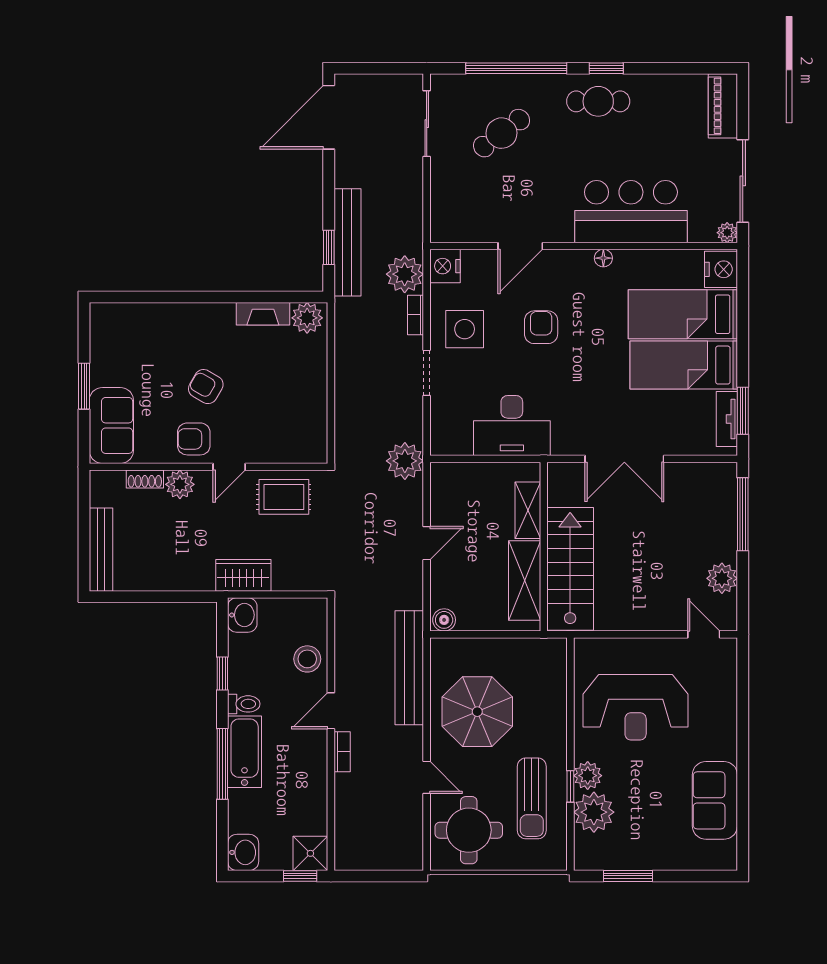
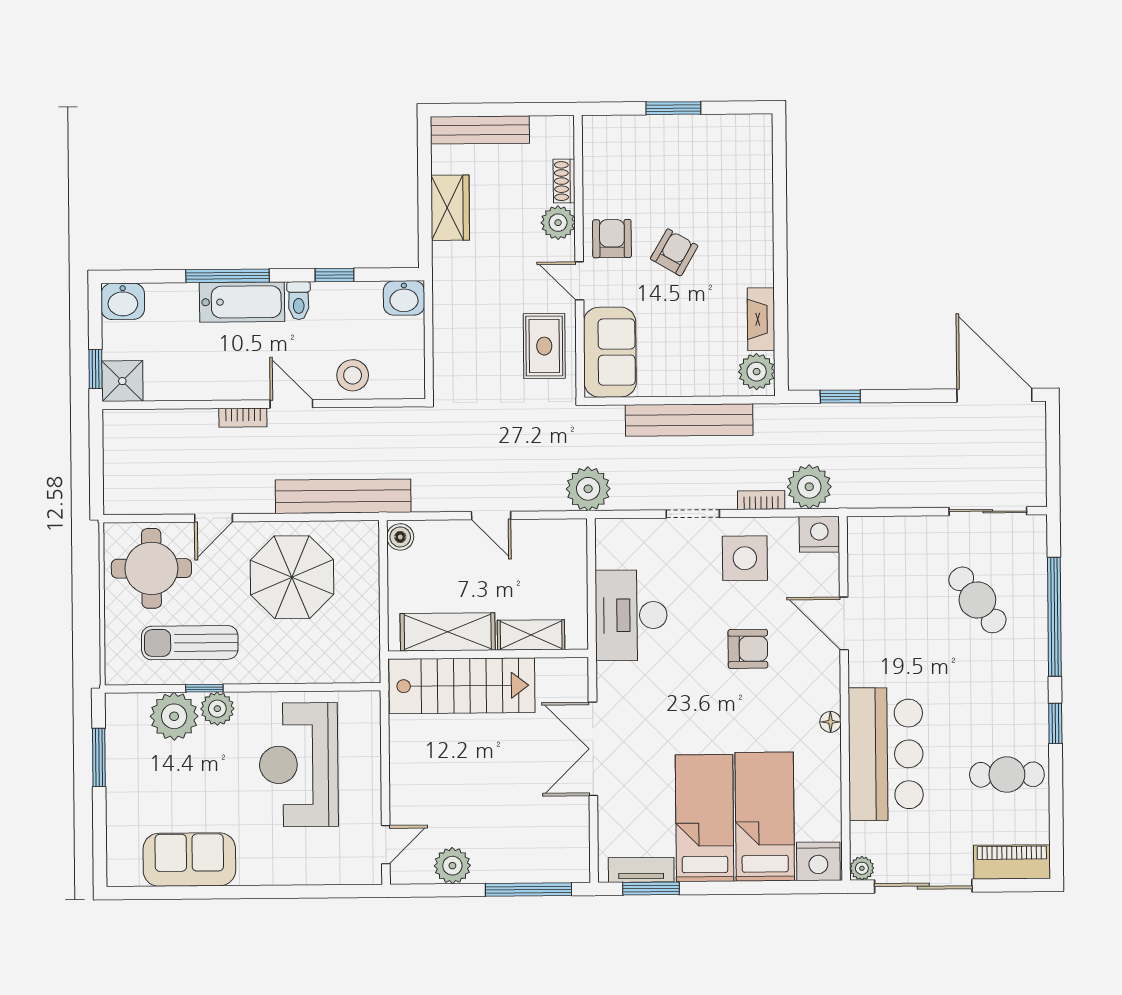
cafe table: (598, 101) -> (1007, 775), moved, turned 90
bench: (347, 242) -> (689, 420), moved
sofa: (111, 425) -> (610, 352), moved, turned -90
wardrobe: (243, 575) -> (450, 208), moved

